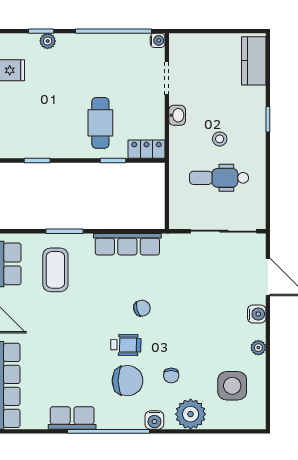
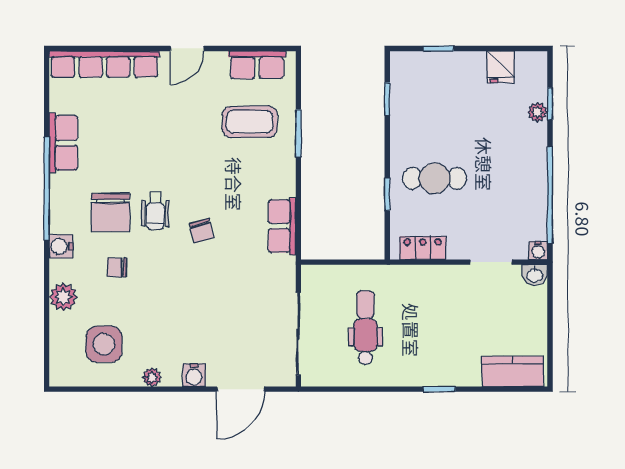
washbasin: (177, 115) -> (535, 275), moved
stool: (220, 139) -> (414, 328), removed
locker: (146, 149) -> (423, 248), moved, turned -90
row of seats: (127, 244) -> (282, 226), width x0.68
plant: (191, 414) -> (63, 297), width x0.73, depth x0.73

